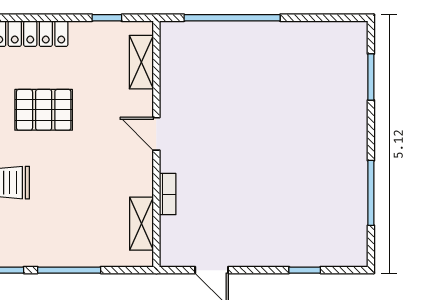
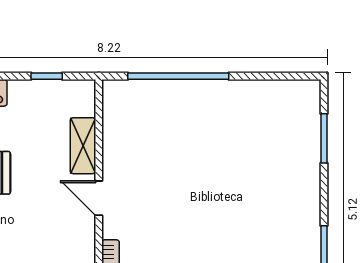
shelving: (141, 62) -> (83, 146), moved

